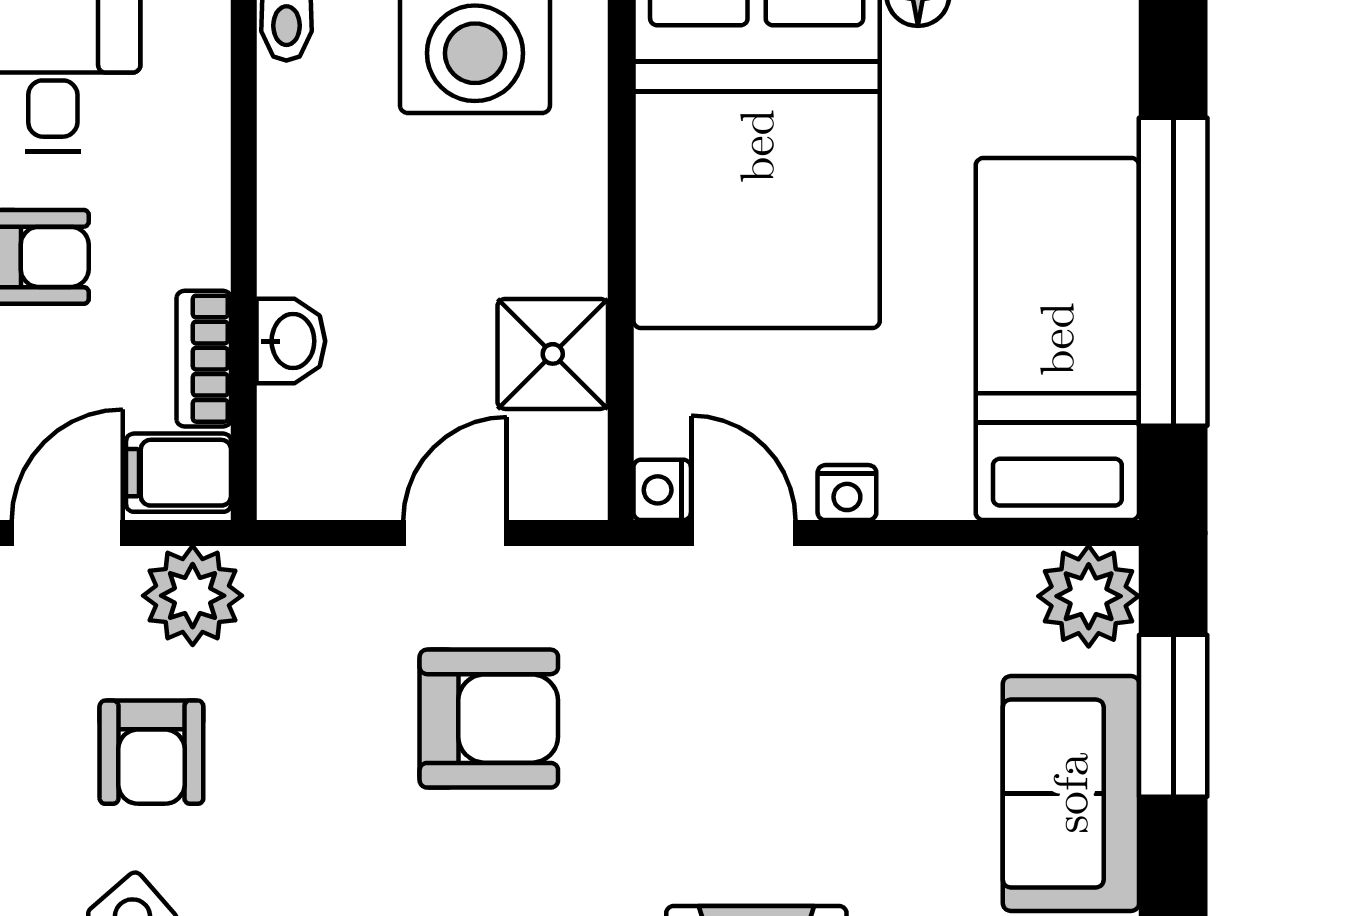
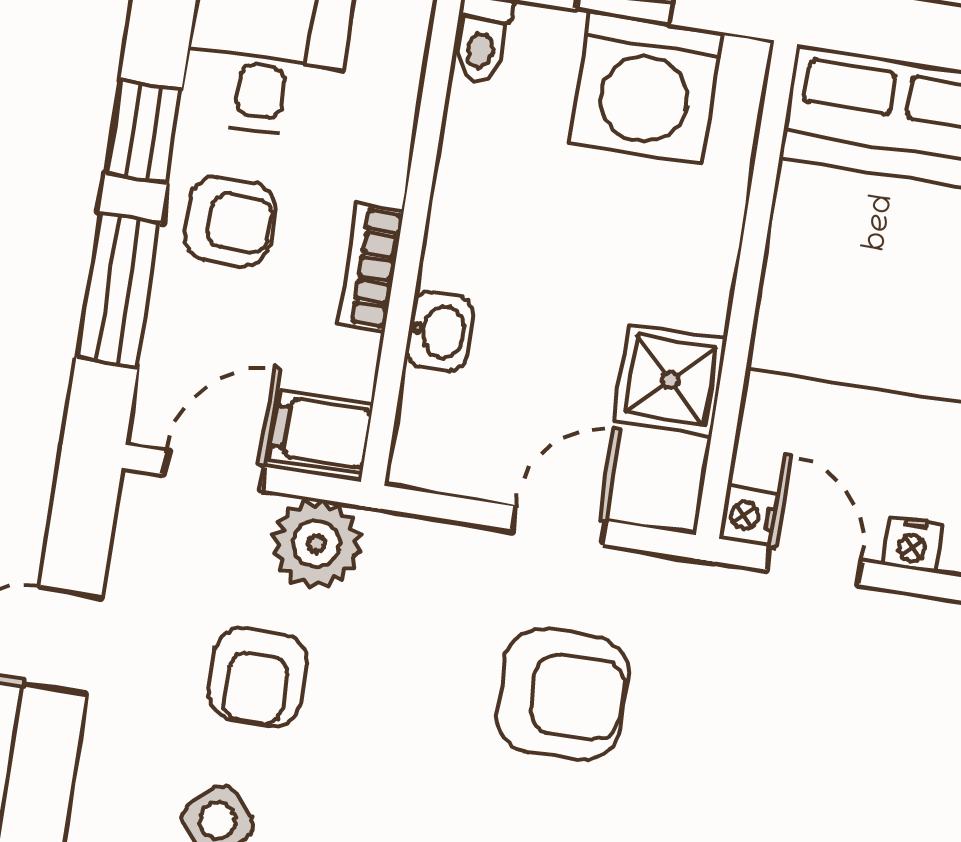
bookcase: (204, 359) -> (370, 267), moved

